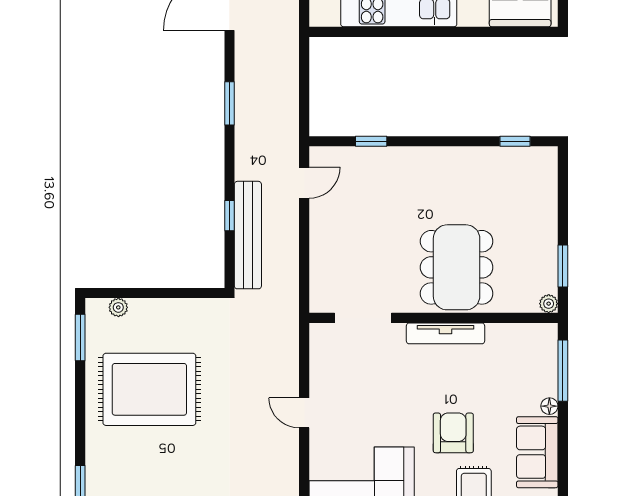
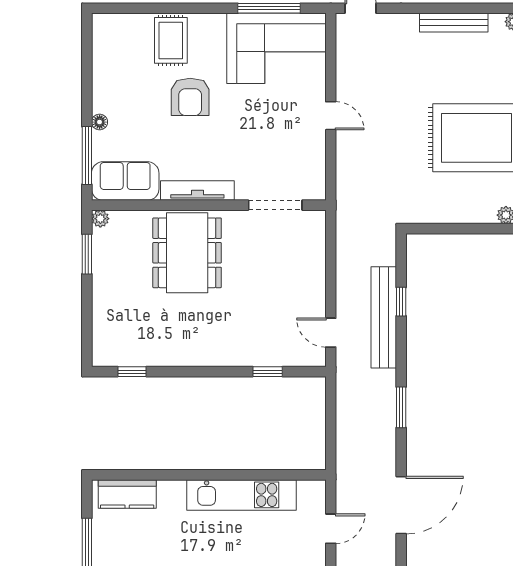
door: (304, 183) -> (331, 333), hinge flipped
bench: (248, 235) -> (384, 317), moved
sofa: (537, 452) -> (125, 181), moved, turned -90

